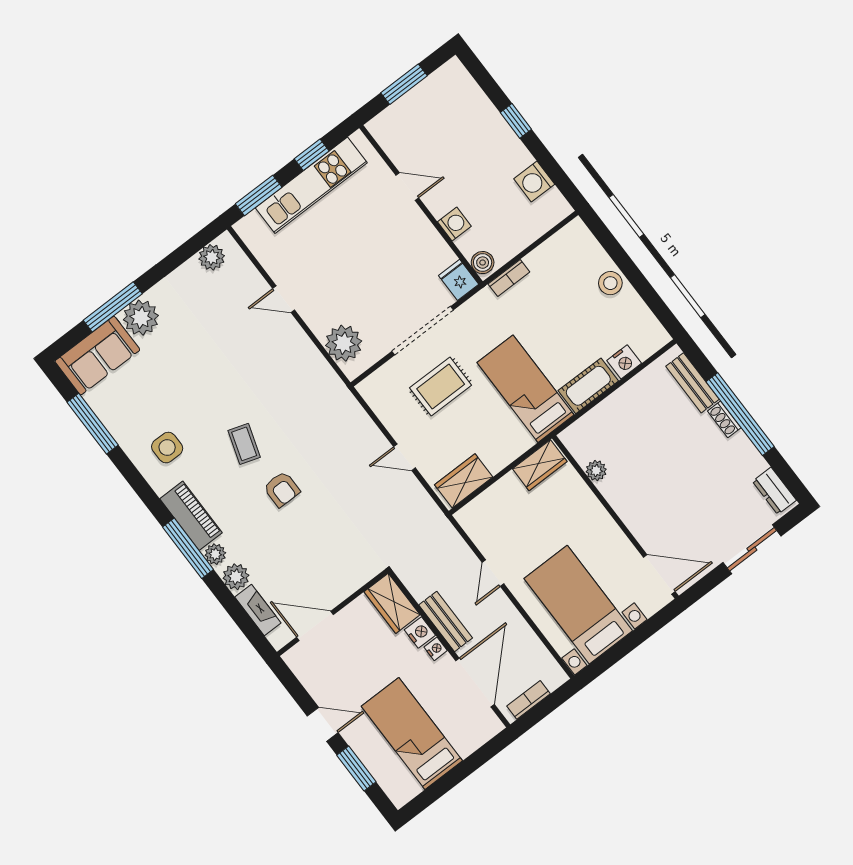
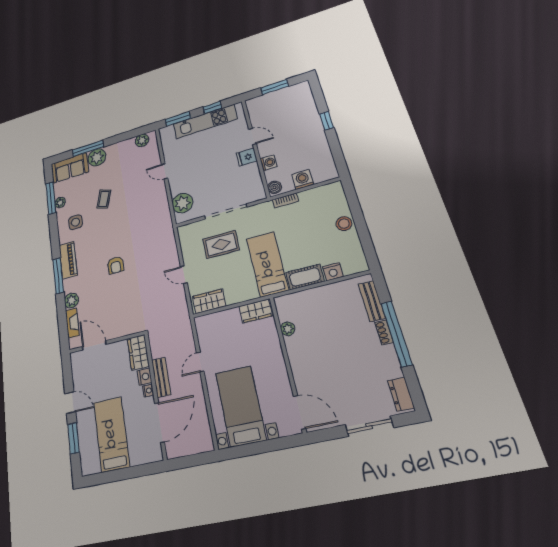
washing machine: (534, 181) -> (303, 179), moved, turned 90
fridge: (459, 280) -> (247, 157), moved, turned -90
coffee table: (244, 444) -> (104, 199), moved
plant: (215, 554) -> (60, 203), moved
bookcase: (529, 700) -> (184, 450), removed

